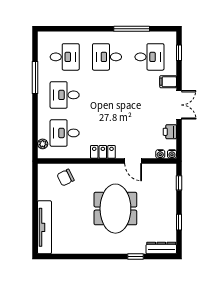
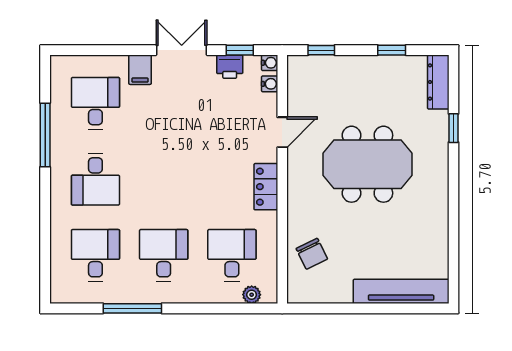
window: (179, 53) -> (240, 50), moved
desk: (65, 95) -> (164, 255), turned 180
desk: (65, 133) -> (232, 255), turned 180

